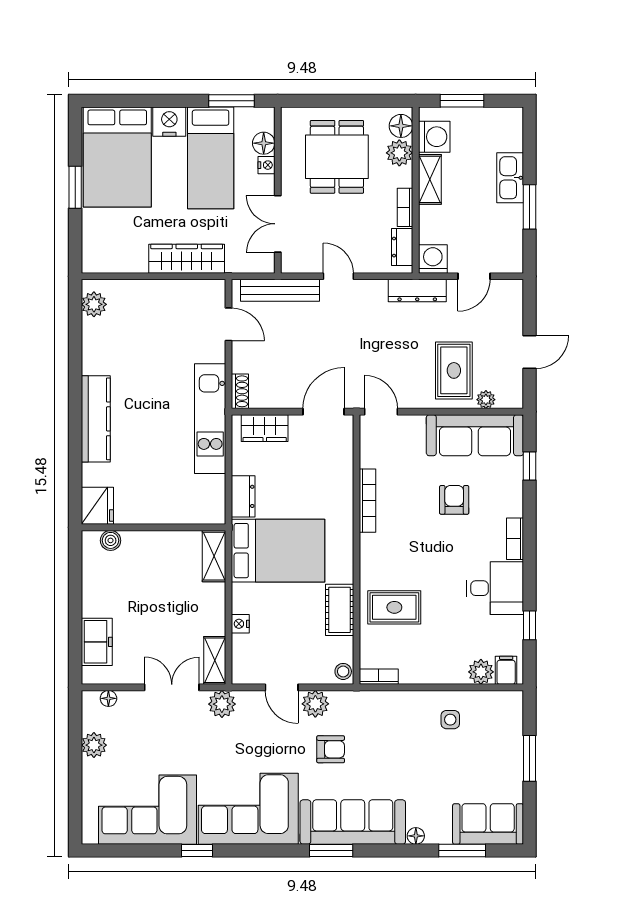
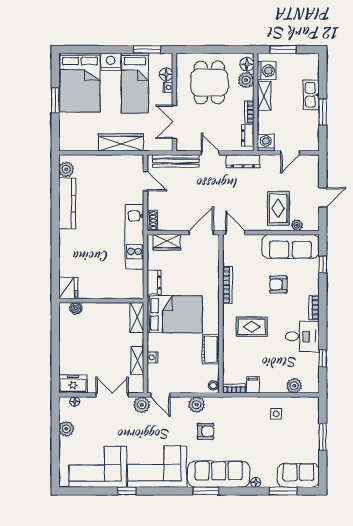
dresser: (417, 291) -> (243, 161), moved
kitchen counter: (96, 419) -> (67, 203), moved
armchair: (454, 500) -> (278, 284), turned -90
rug: (394, 607) -> (252, 327), moved
freezer: (97, 642) -> (73, 384), moved, turned -90
shelving: (215, 660) -> (137, 361), moved
filing cabinet: (506, 670) -> (253, 385), moved
door: (282, 687) -> (160, 395), moved

